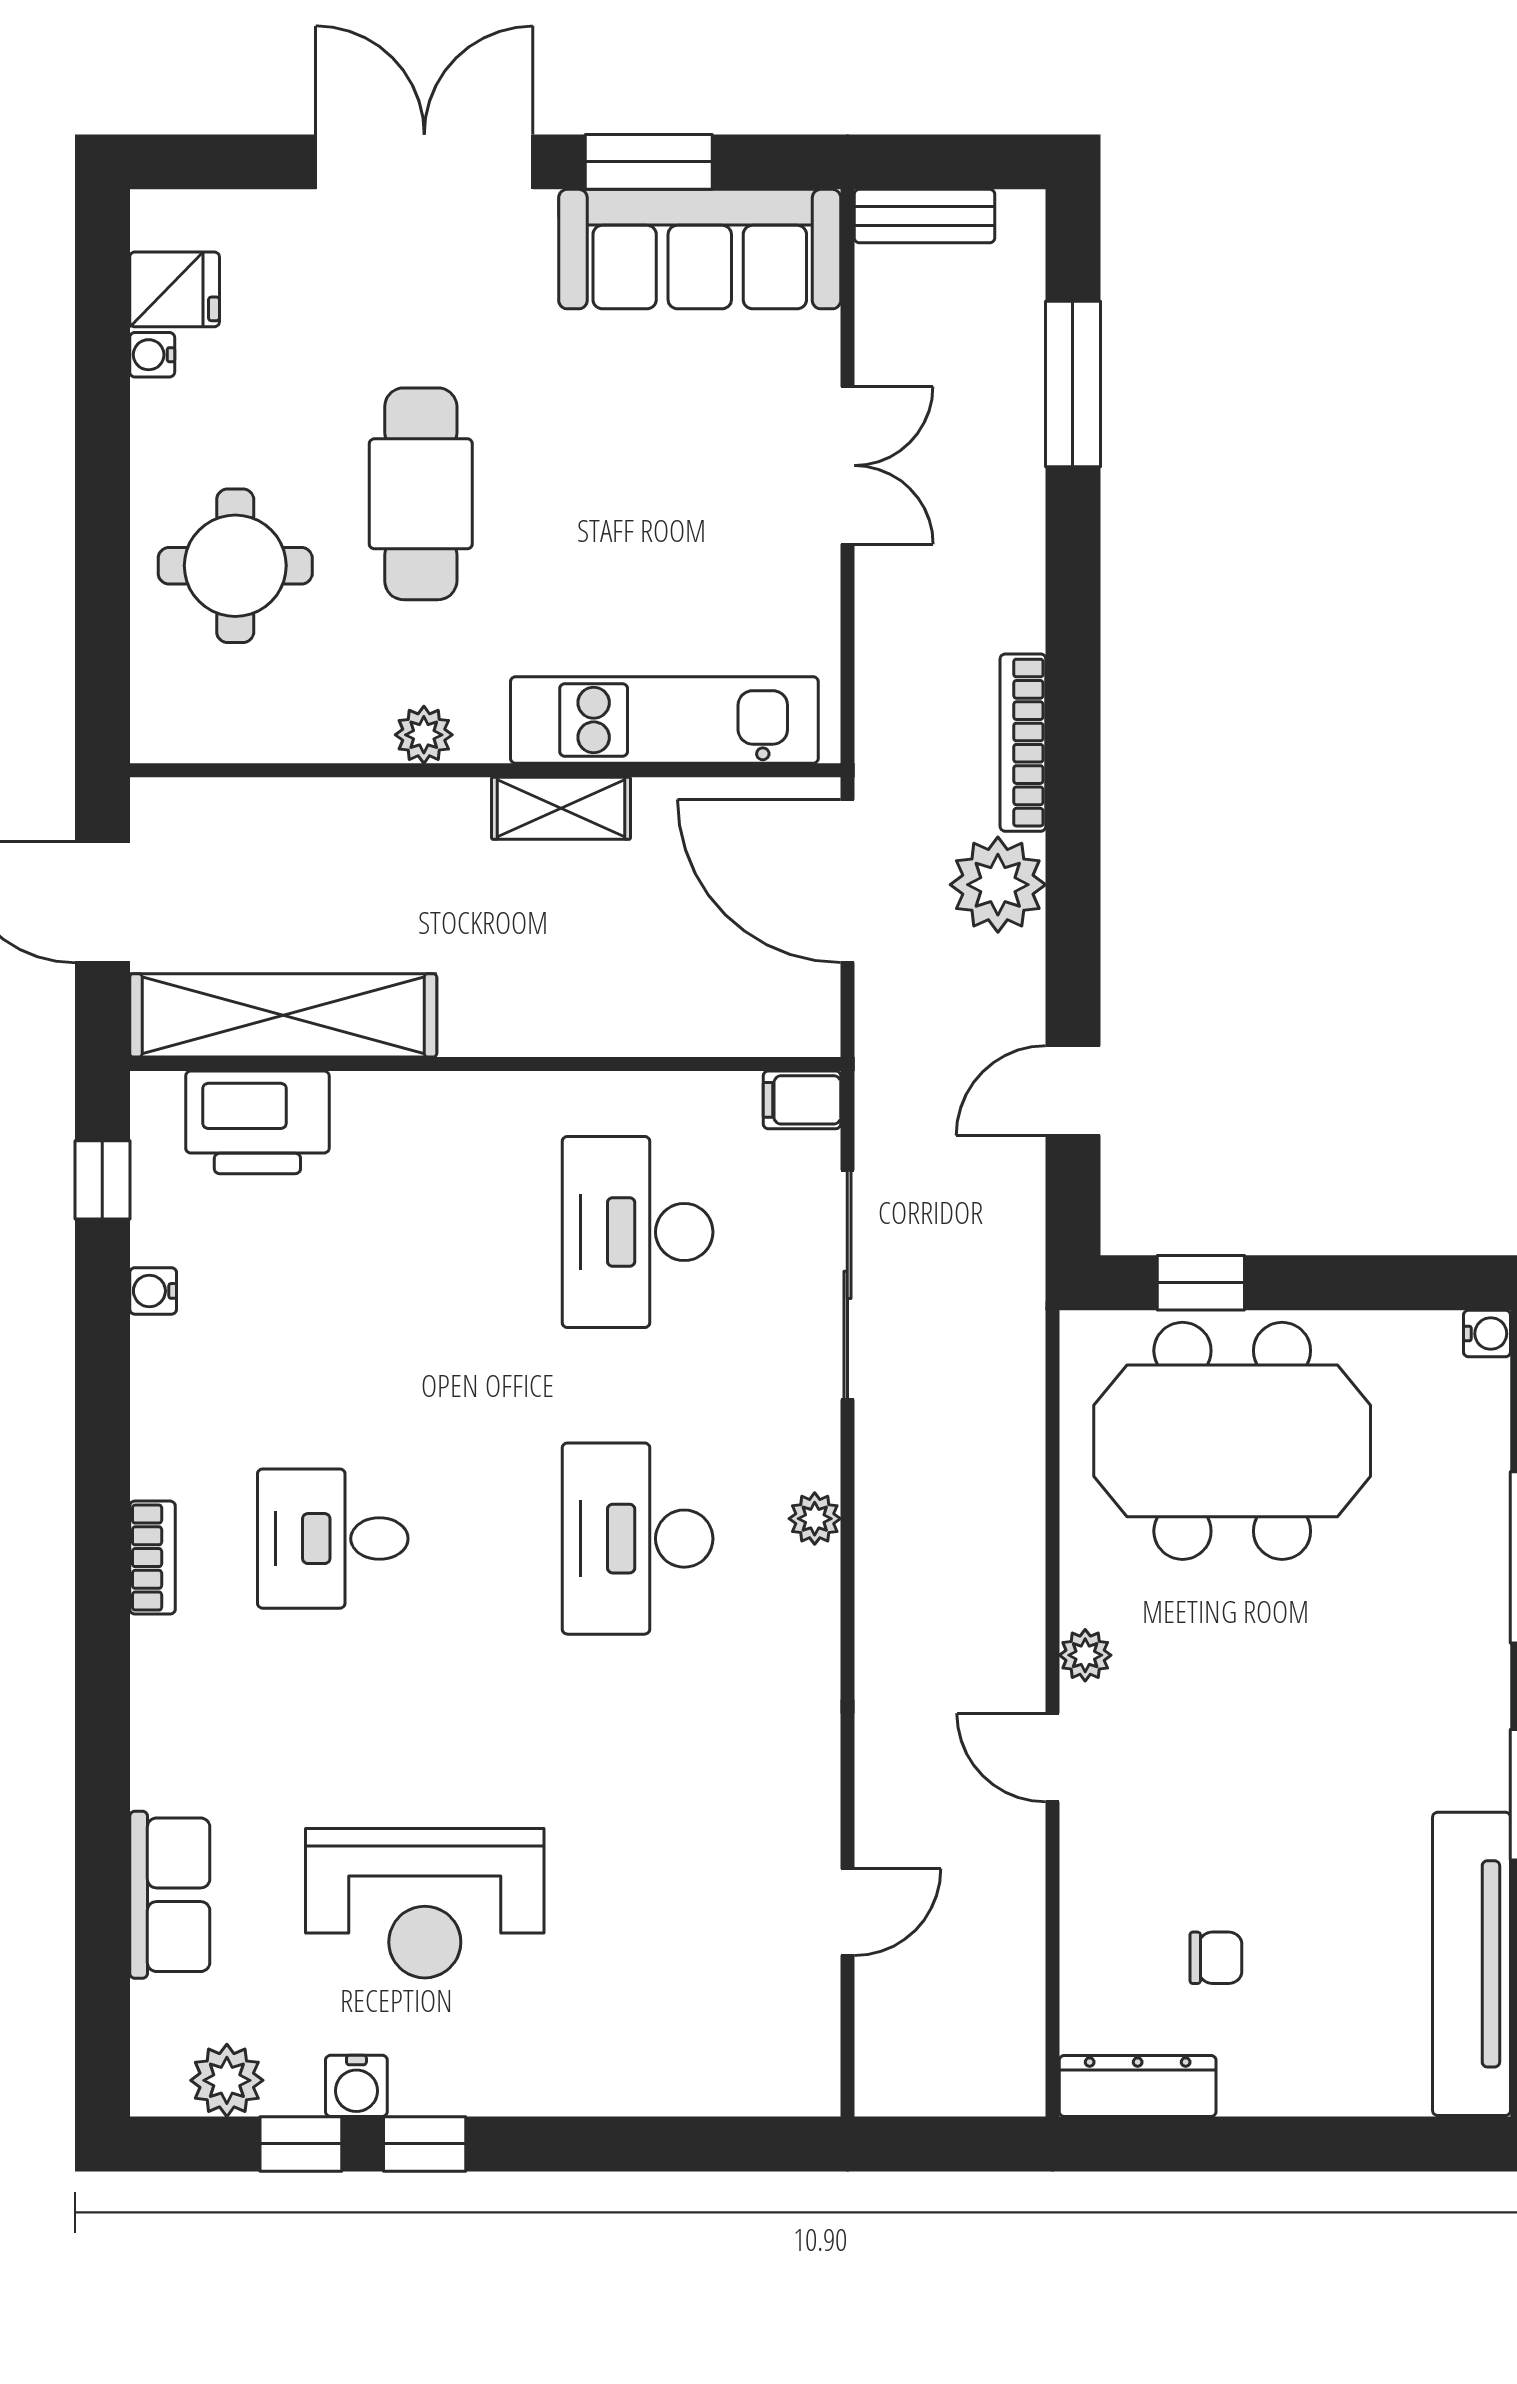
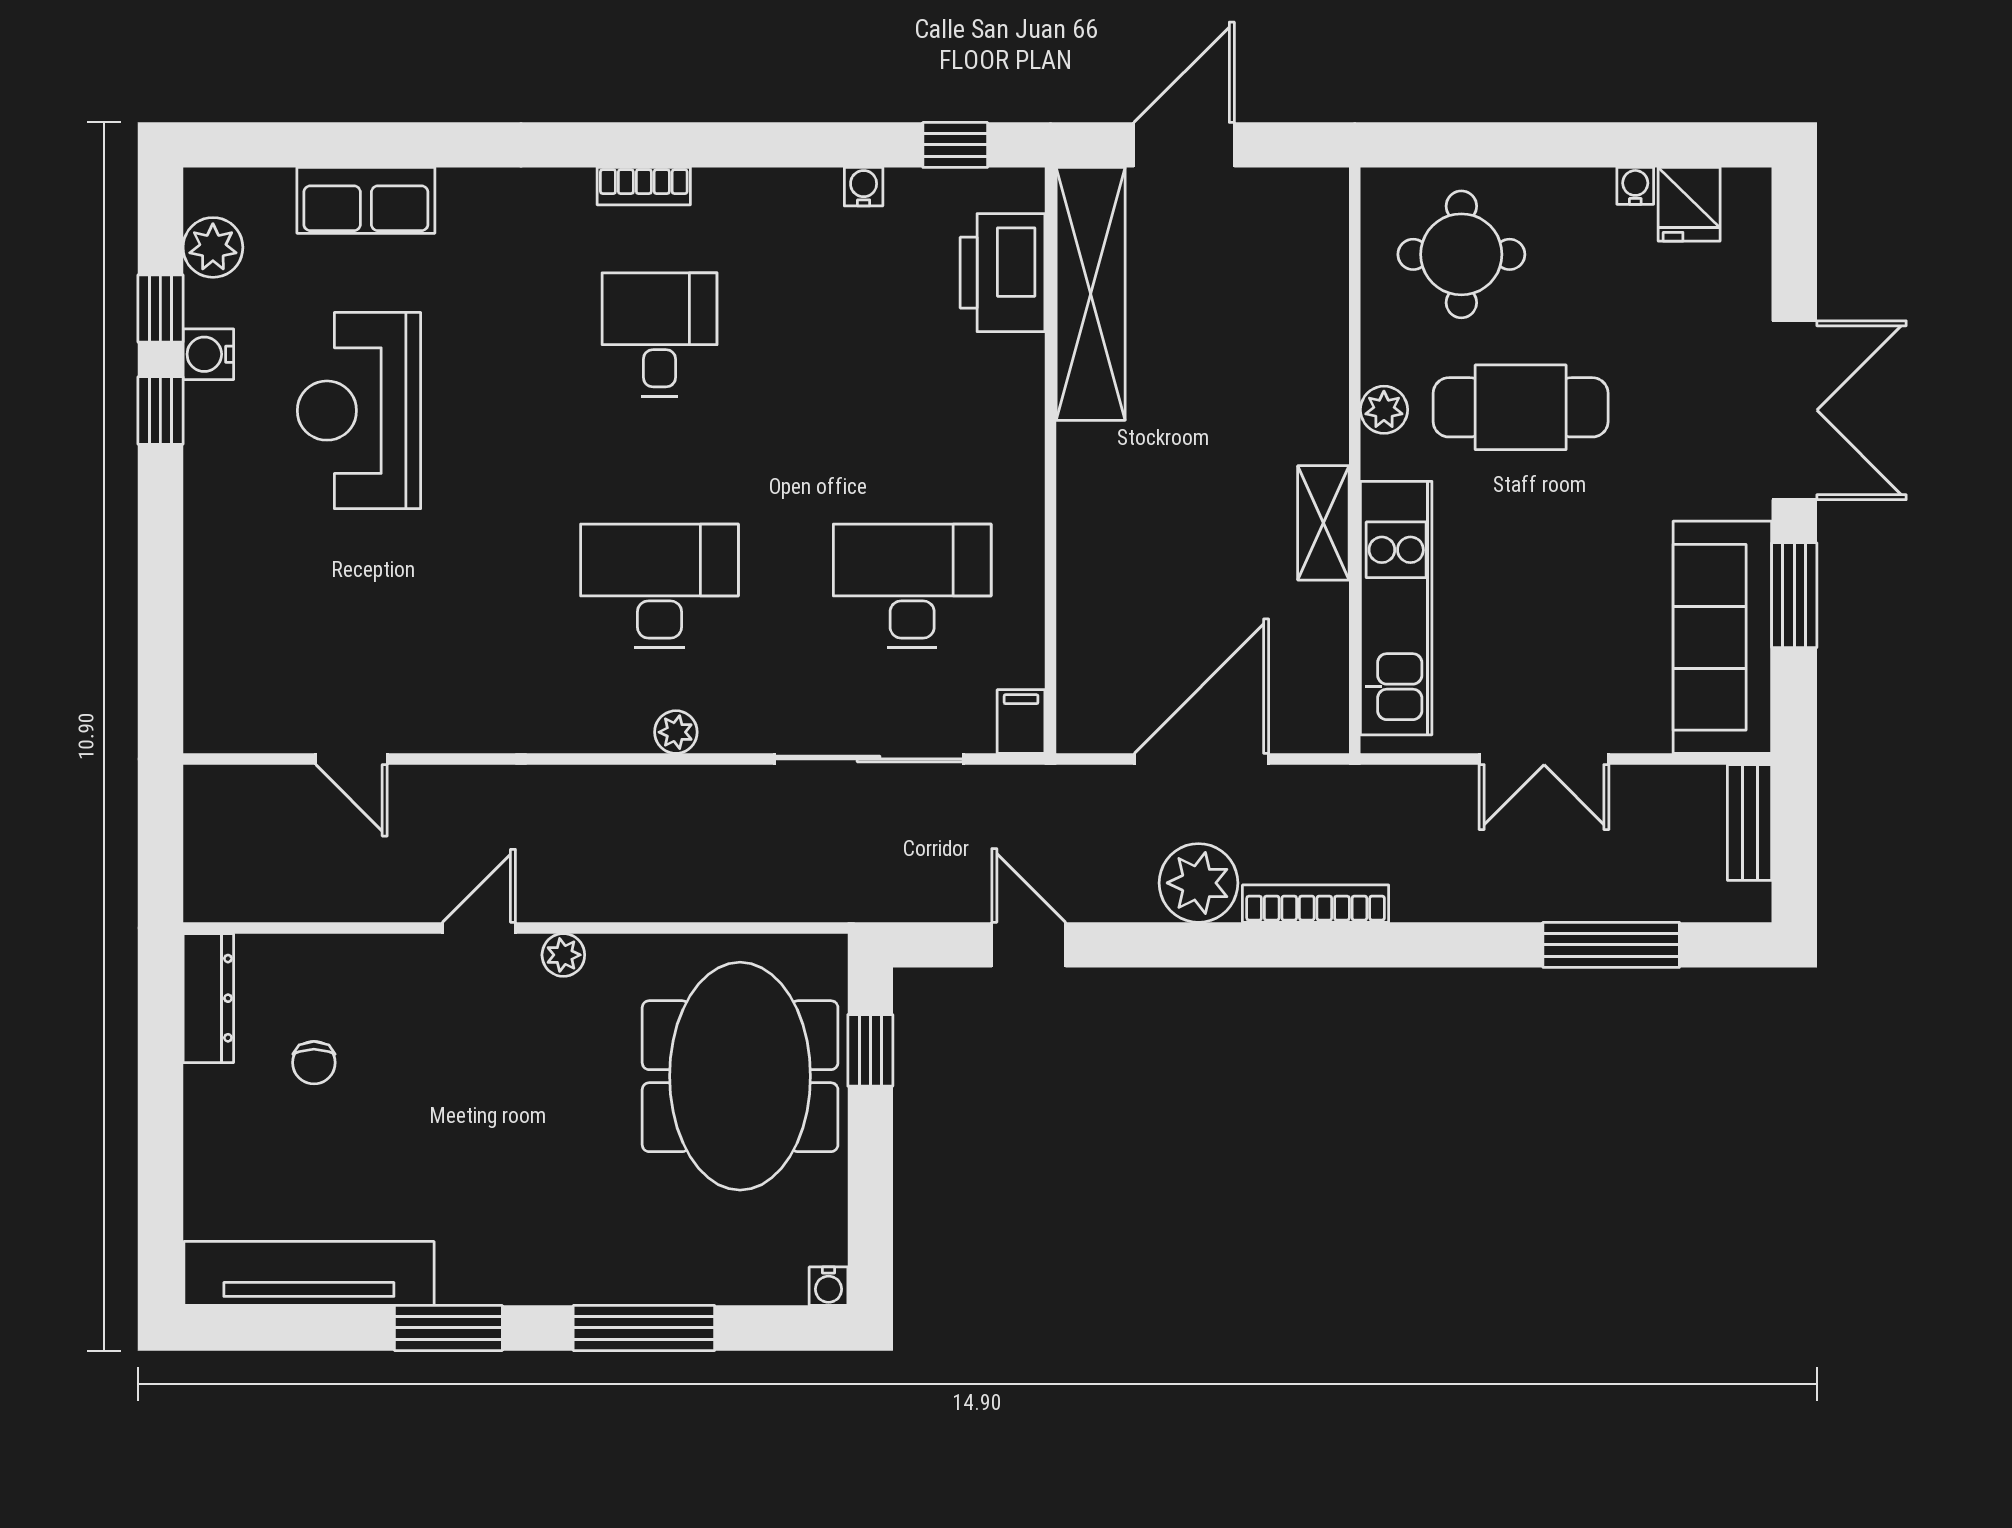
kitchen unit: (664, 720) -> (1396, 608), moved
plant: (424, 735) -> (1384, 410), moved
wall: (485, 770) -> (1355, 460), moved
shelving: (561, 808) -> (1323, 523), moved

